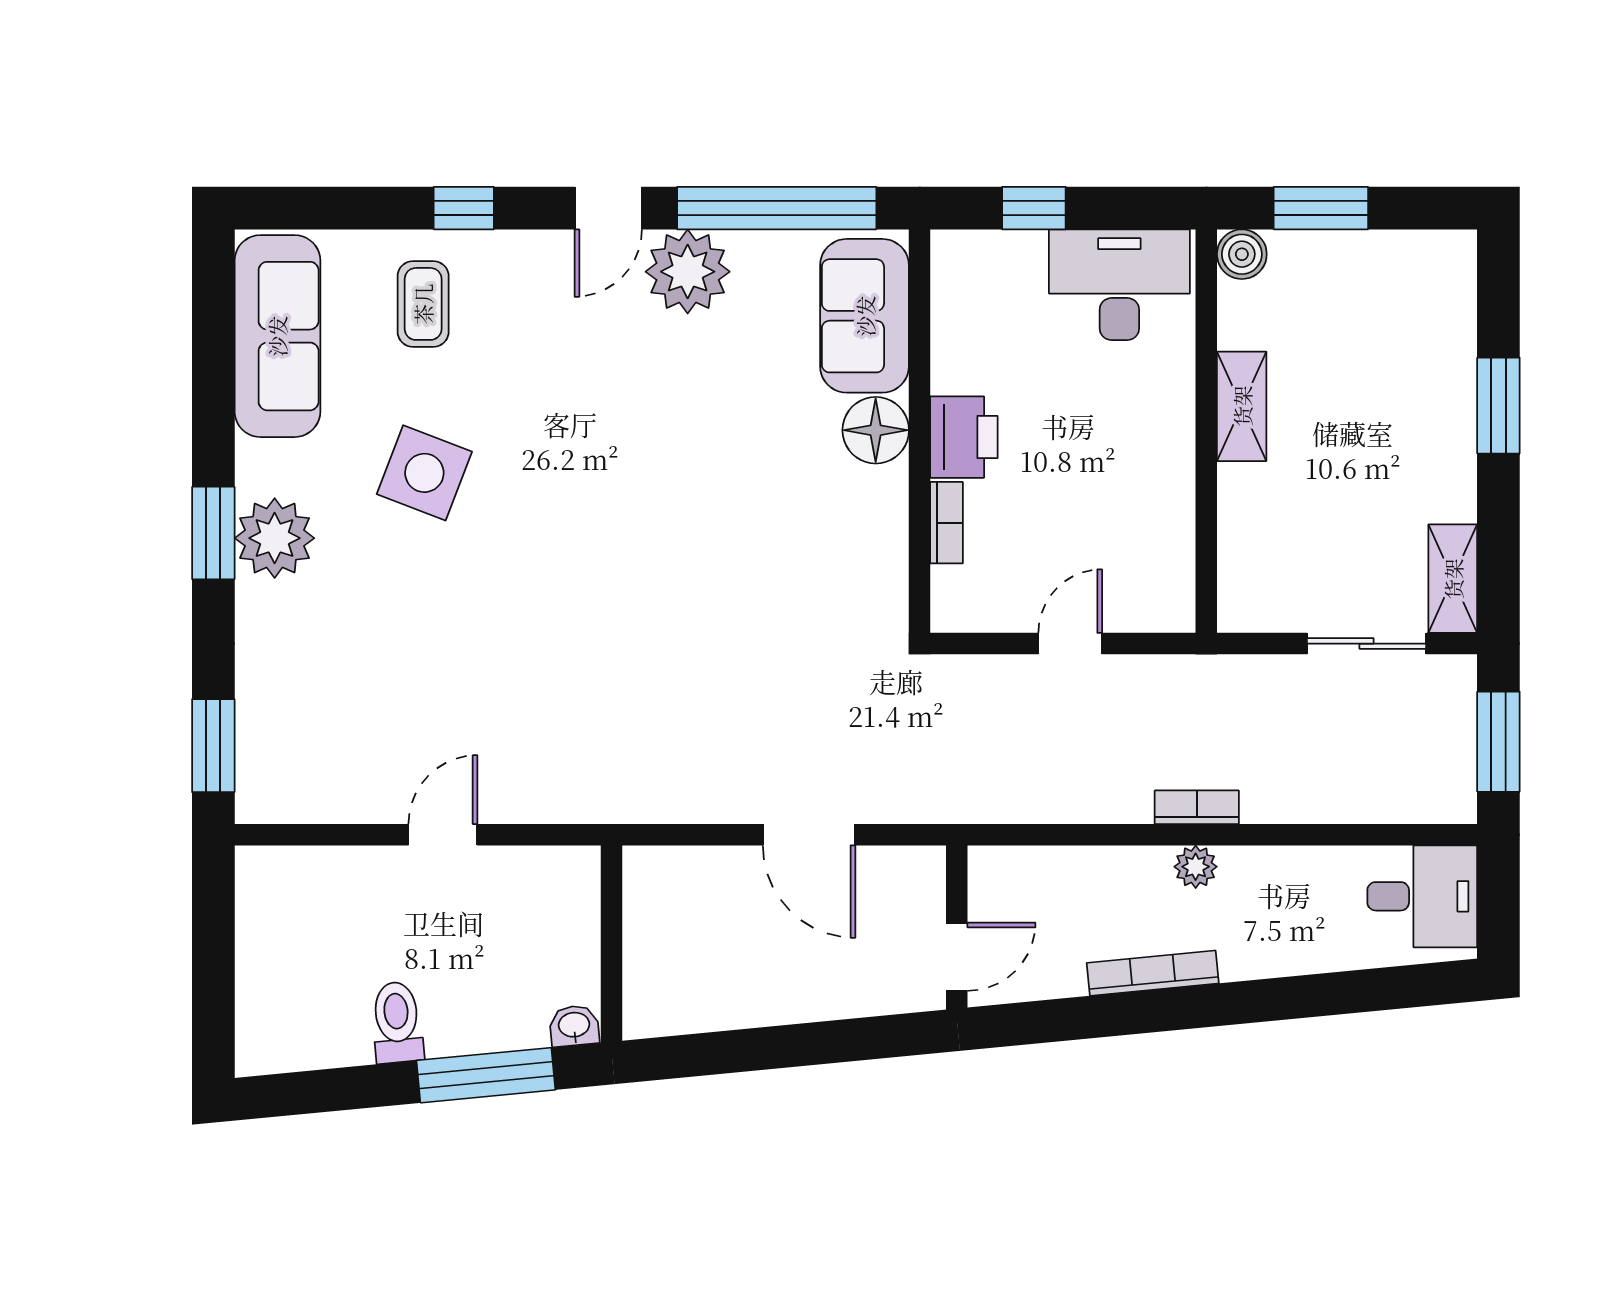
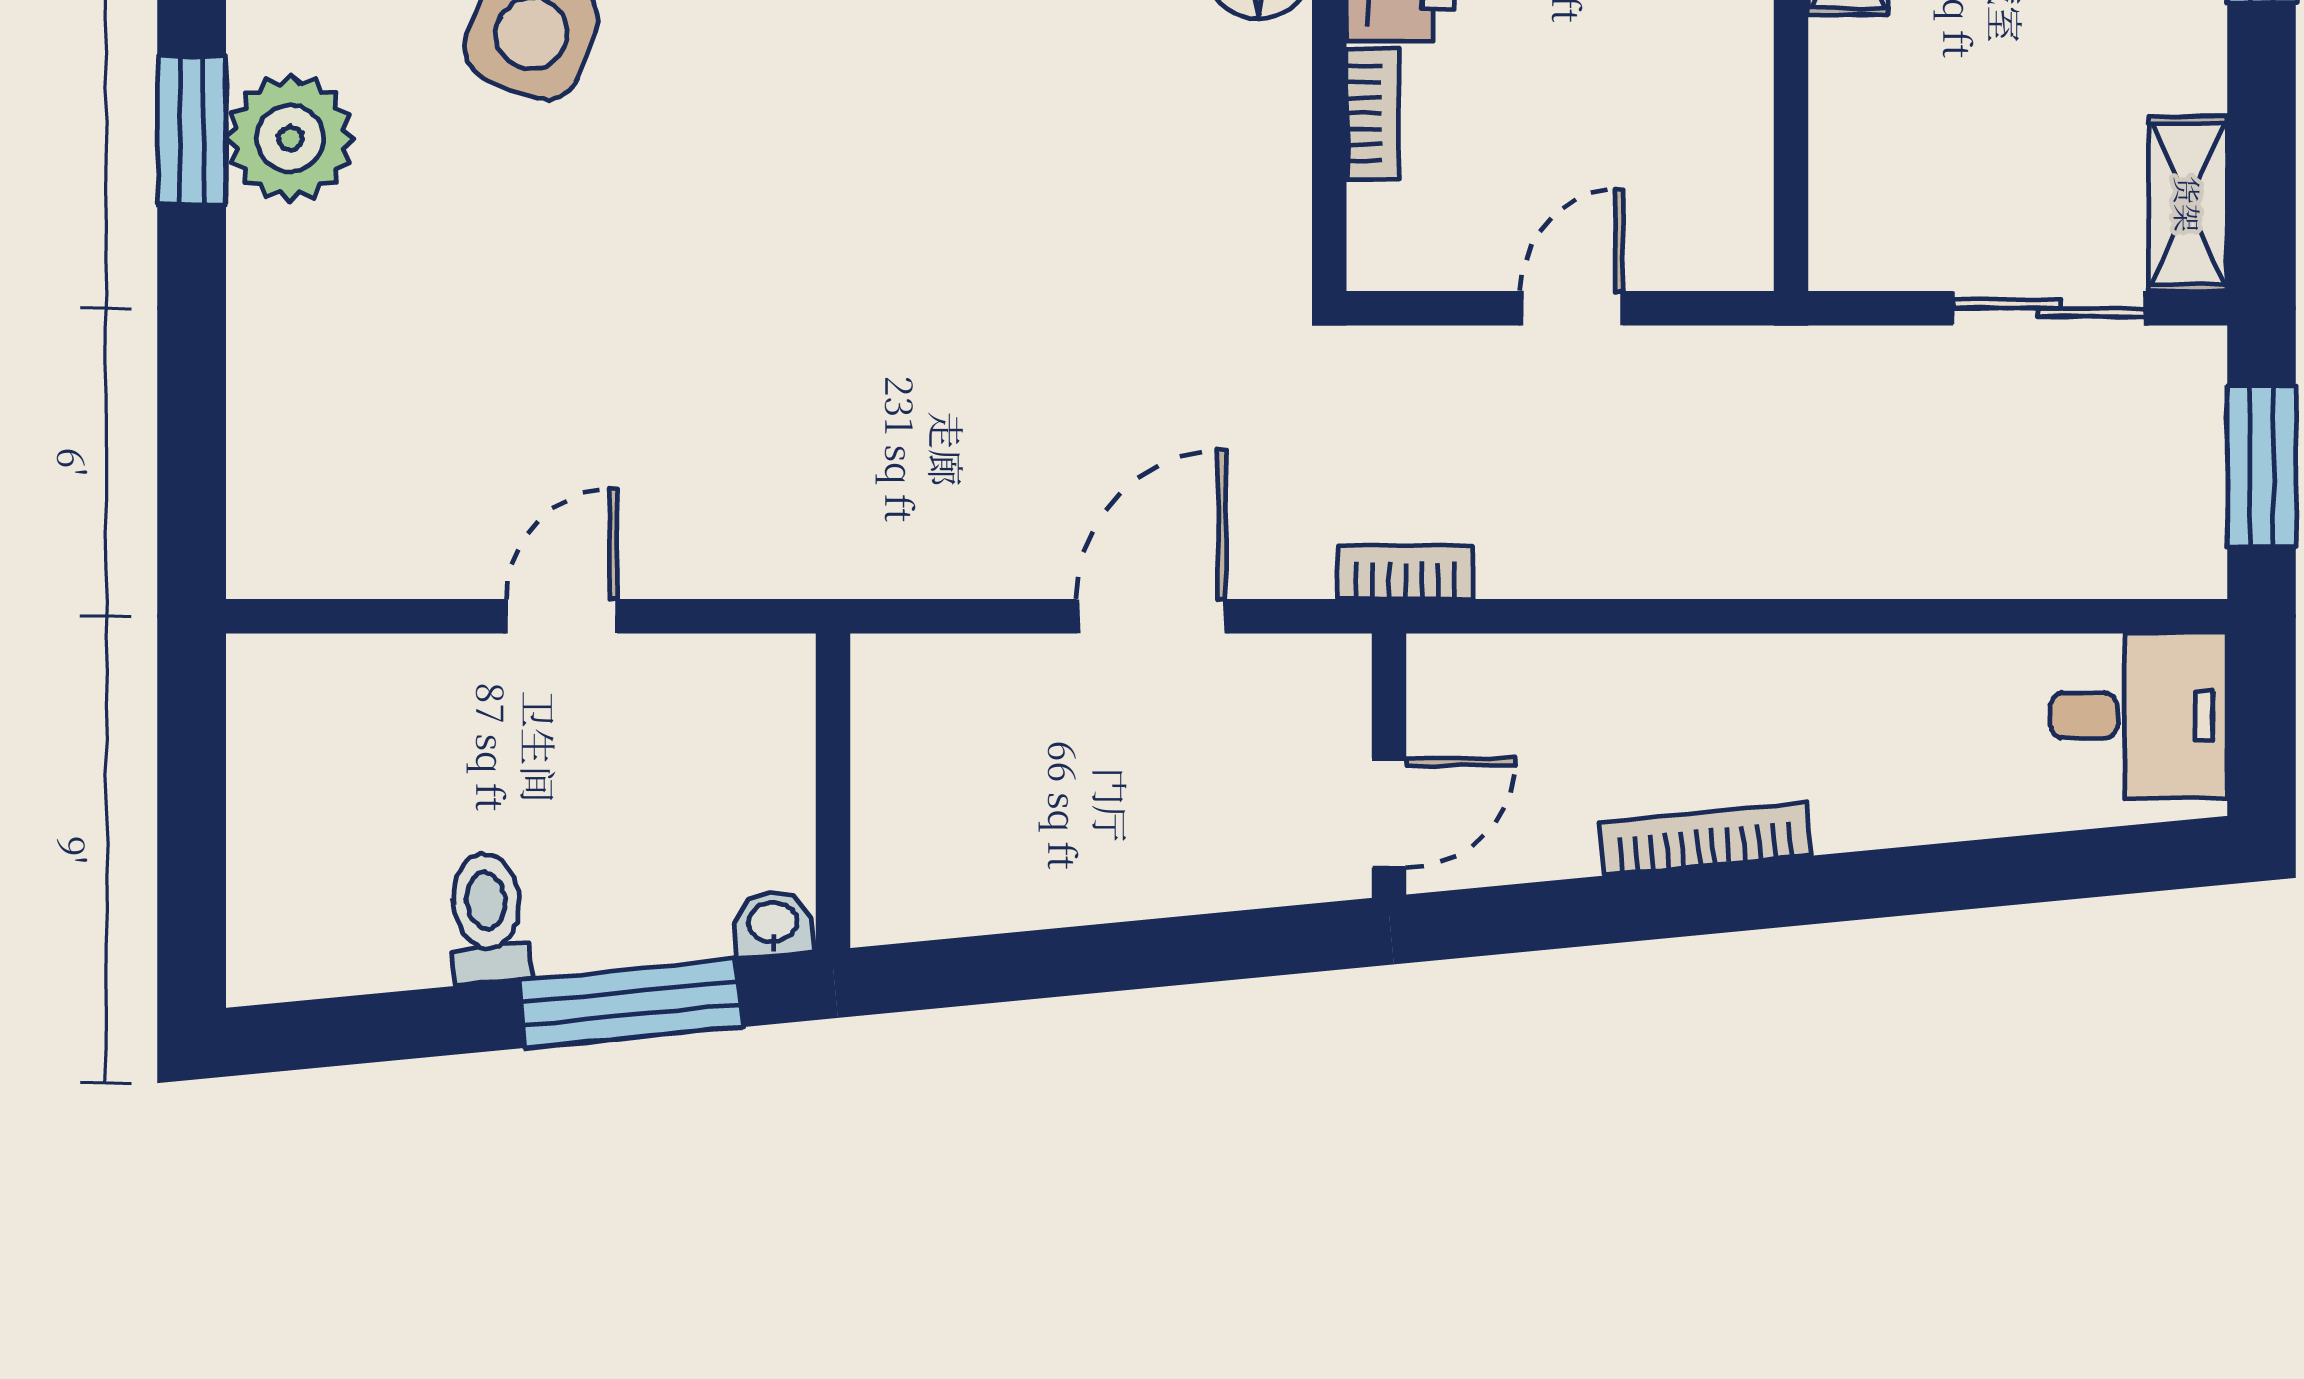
window: (213, 746) -> (192, 473), removed
bookcase: (1197, 807) -> (1405, 572), moved
door: (809, 835) -> (1151, 616), swing flipped
plant: (1196, 867) -> (1774, 668), removed

